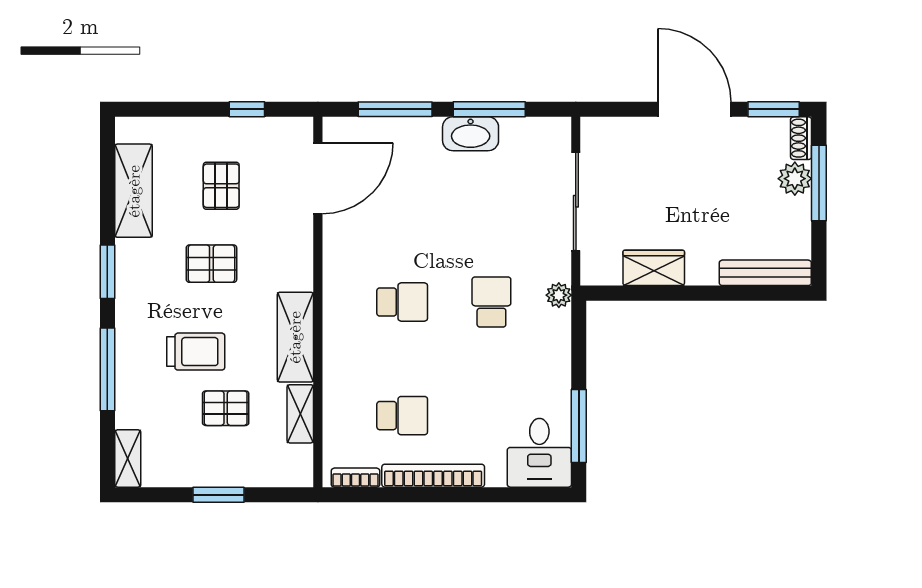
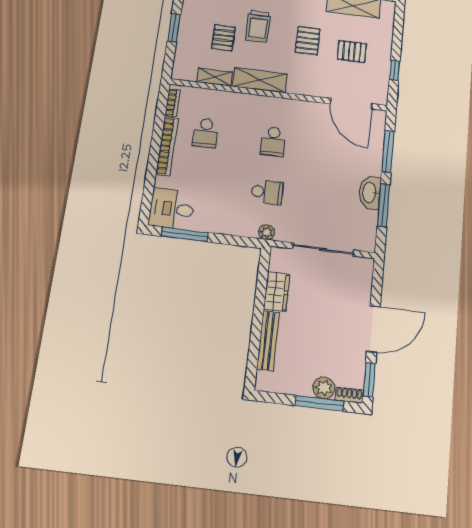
bench: (765, 273) -> (268, 341), moved

